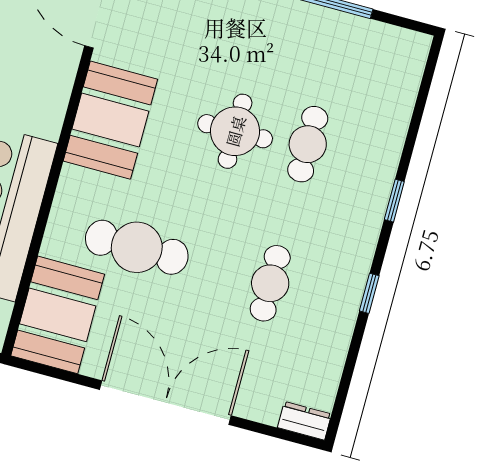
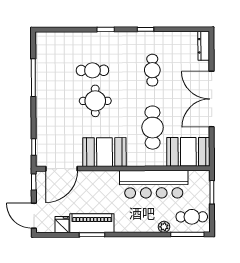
cafe table: (270, 283) -> (152, 70), turned 90
dresser: (305, 421) -> (204, 46), width x1.44

